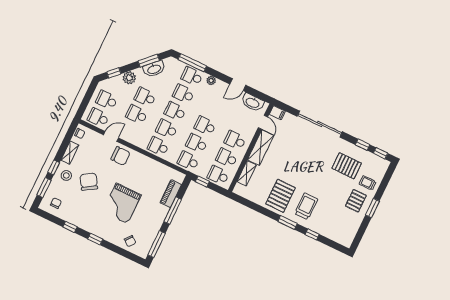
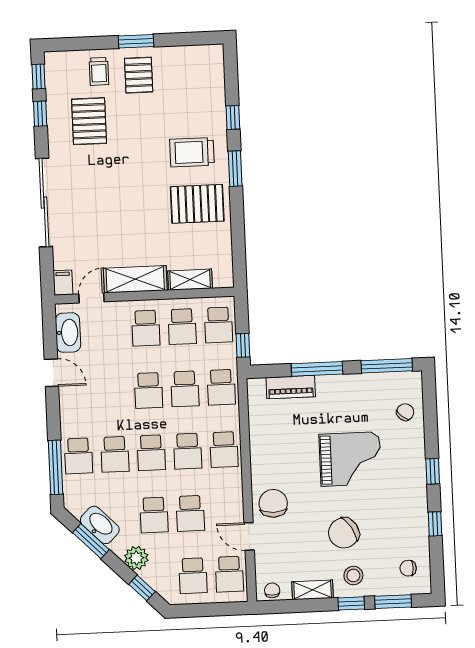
plant: (211, 80) -> (68, 420), removed
pallet: (356, 201) -> (139, 75), turned 90

